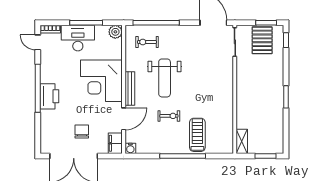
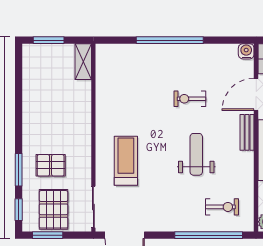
pallet: (264, 70) -> (51, 165), added
weight bench: (165, 78) -> (196, 154), width x0.73, depth x0.75
bench: (130, 89) -> (247, 132), width x0.73
window: (286, 97) -> (19, 170), moved
treadmill: (197, 135) -> (126, 161), moved, turned 180

